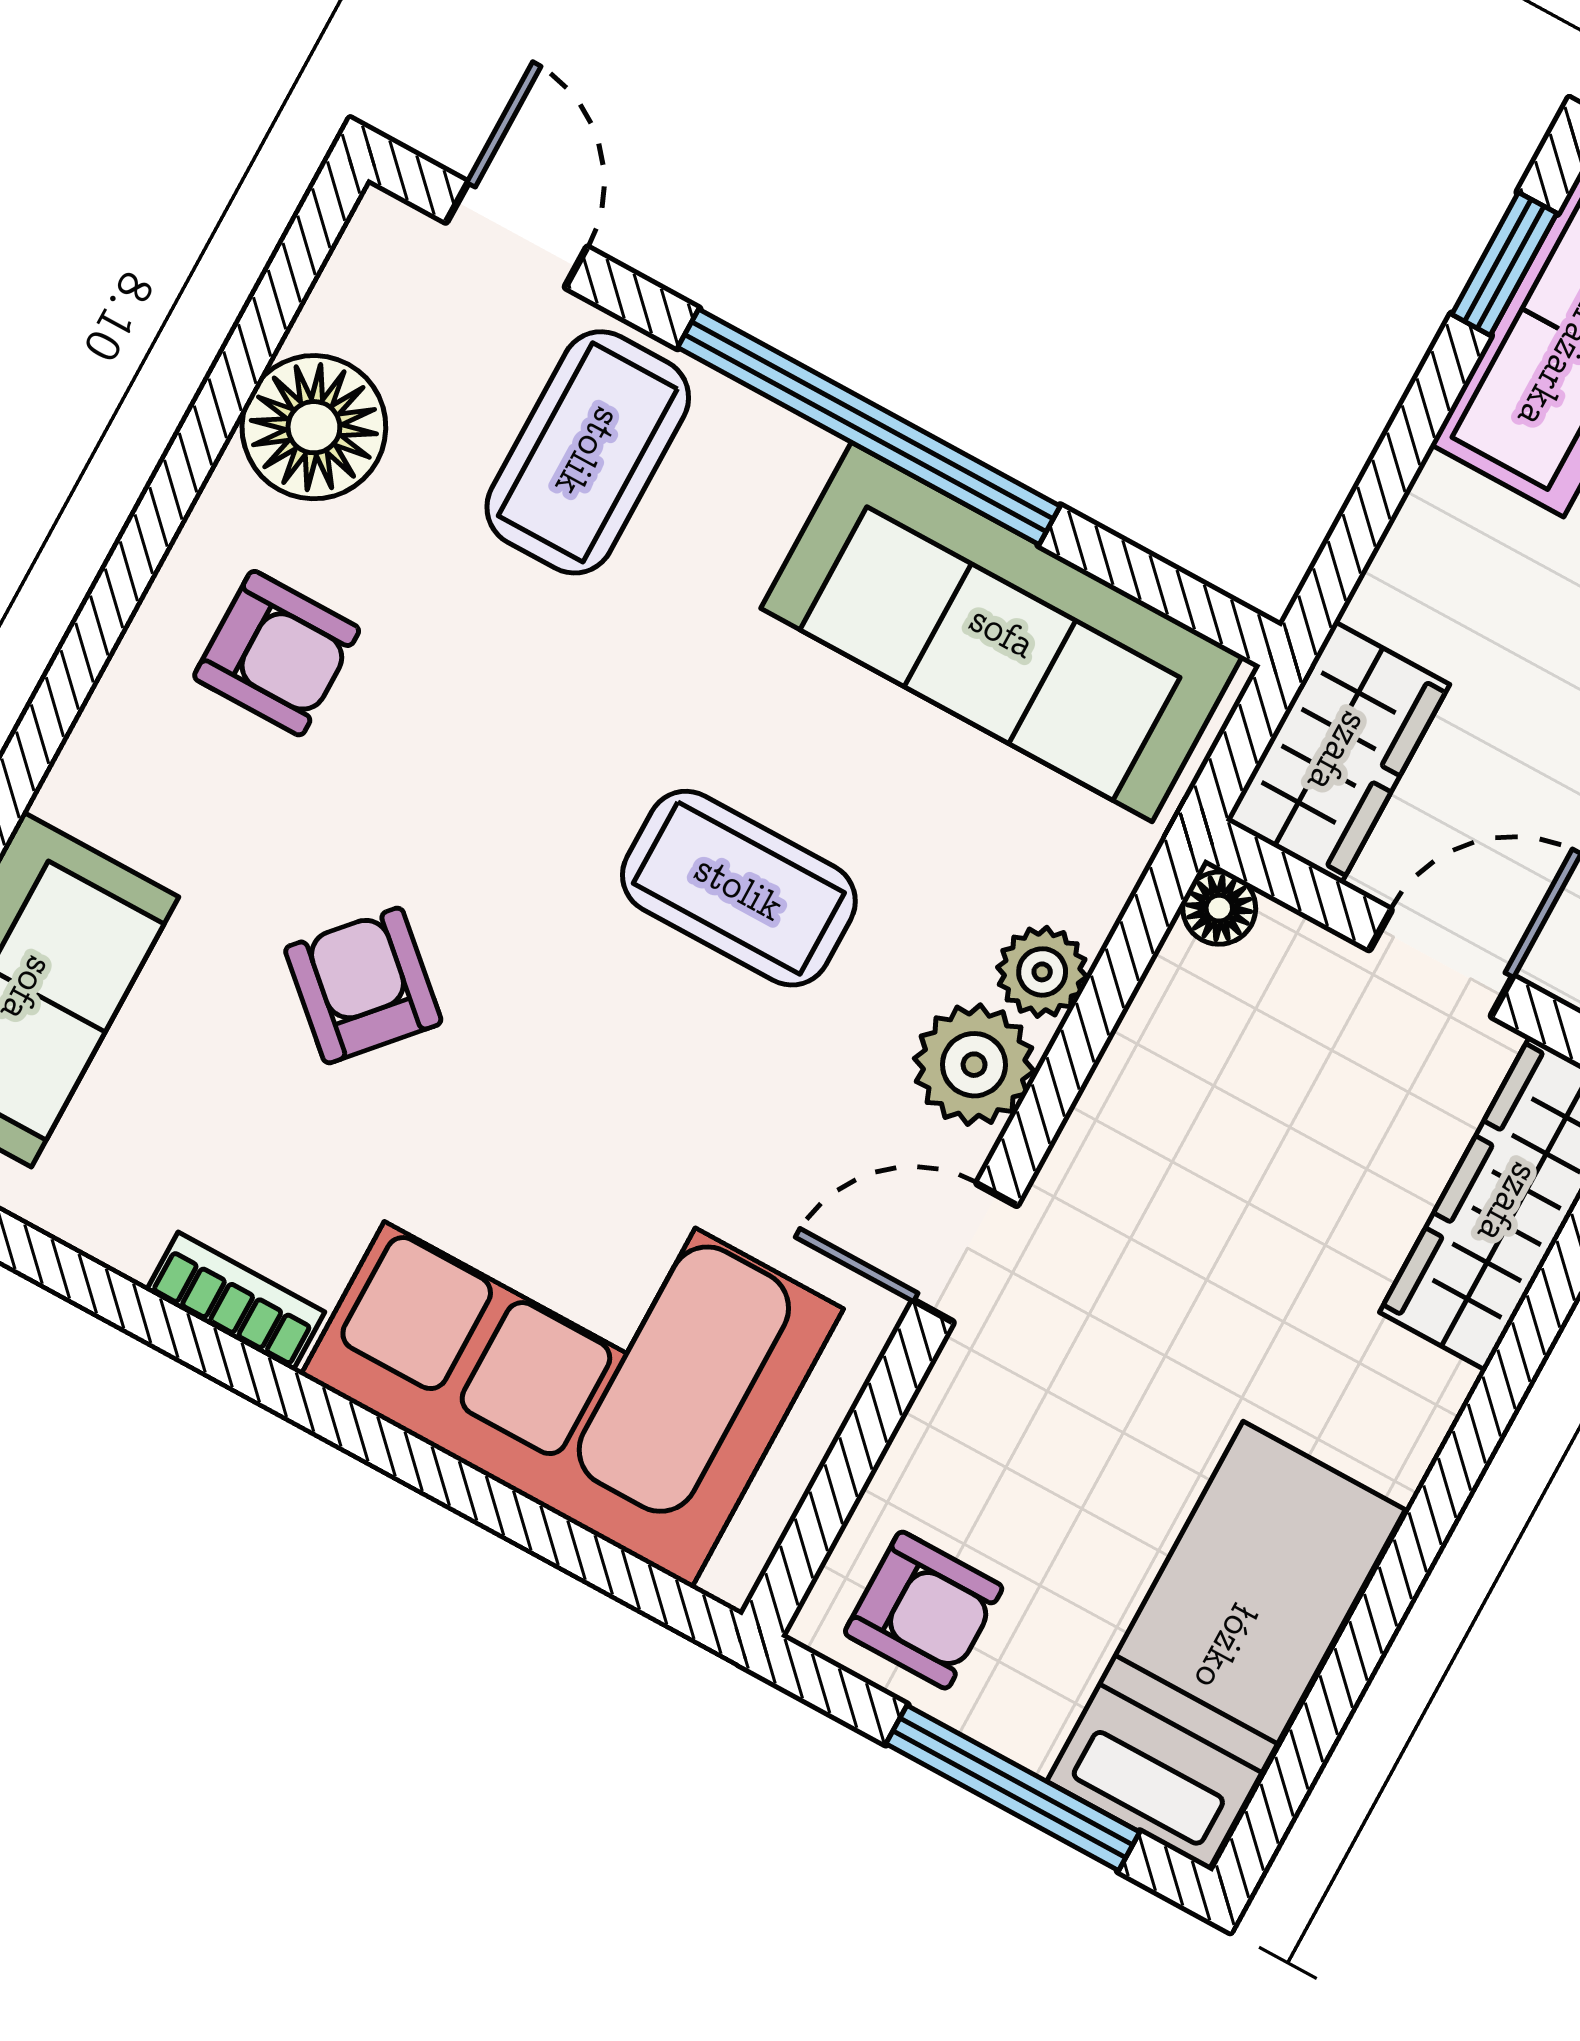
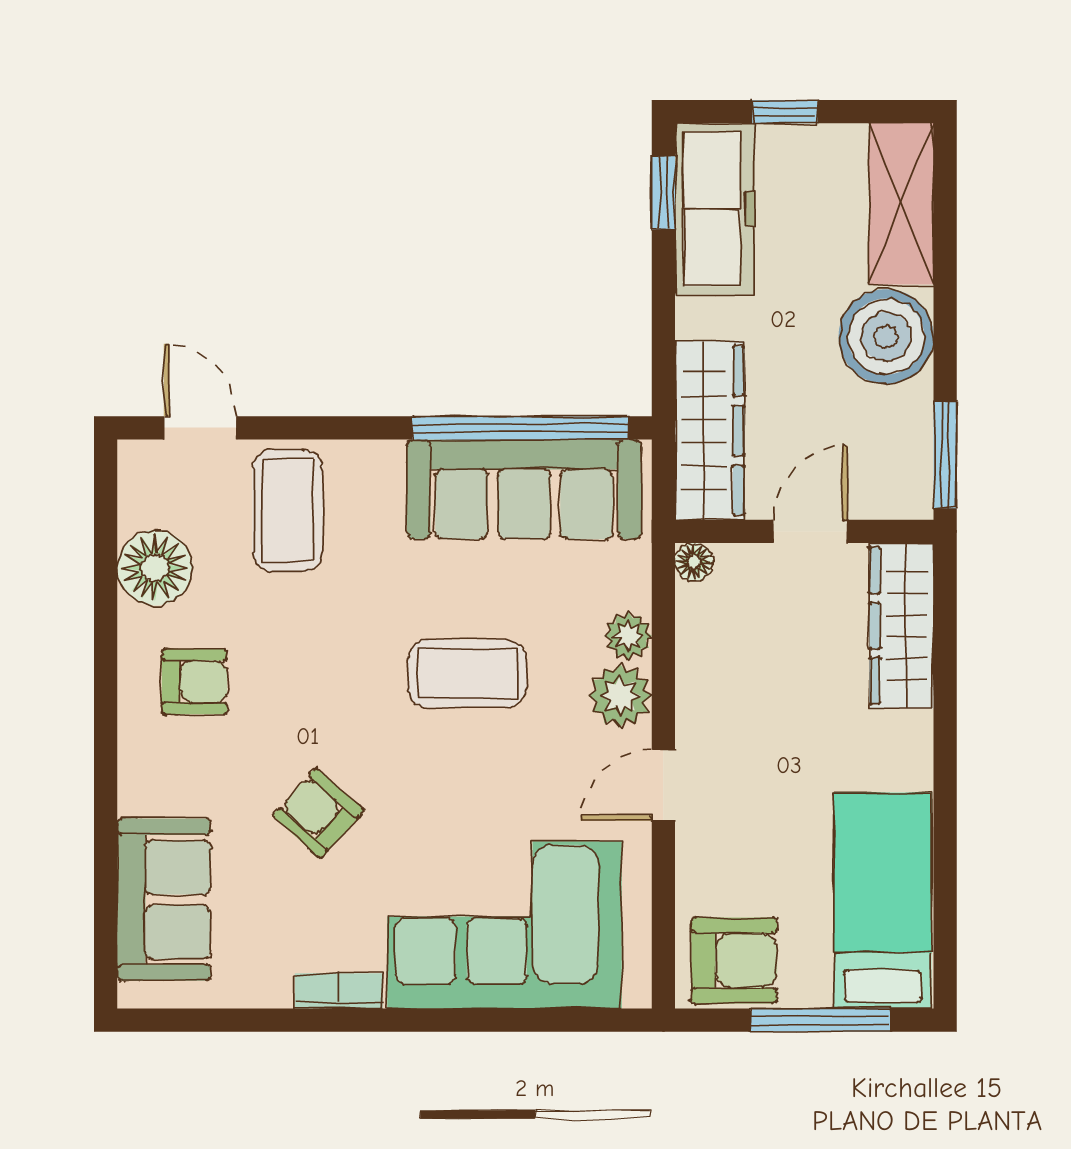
window: (869, 427) -> (520, 428), moved
wardrobe: (1338, 752) -> (710, 430), width x1.50
armchair: (924, 1610) -> (734, 960), width x1.38, depth x1.38

